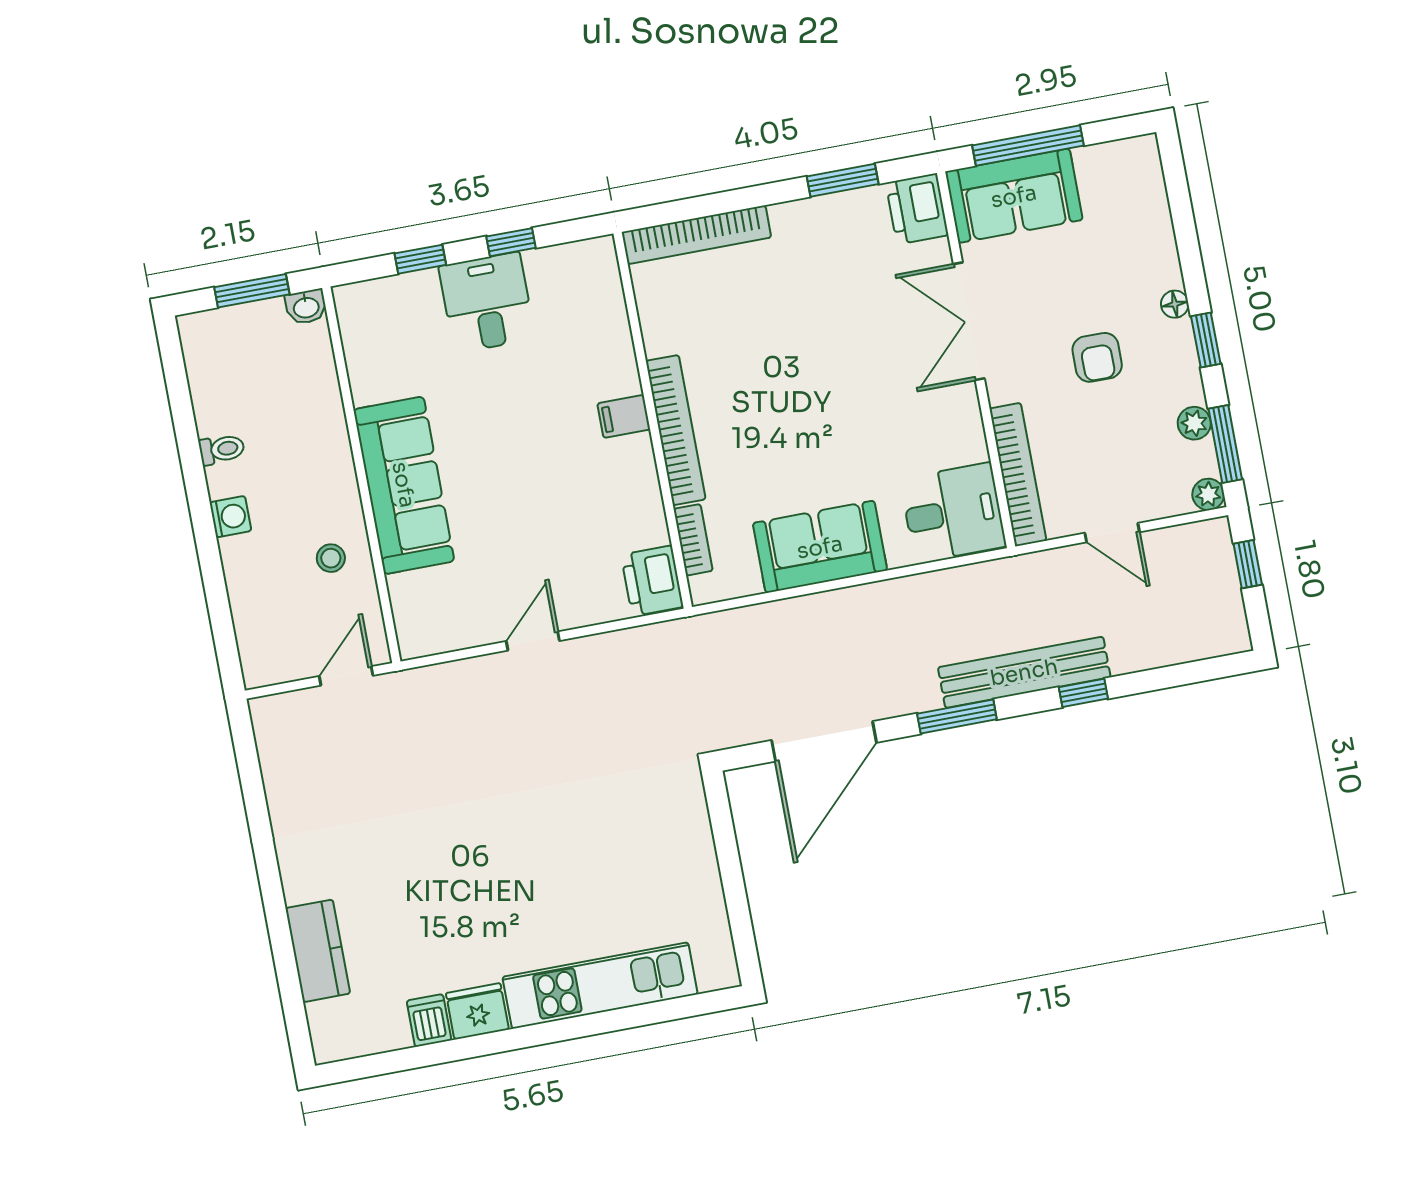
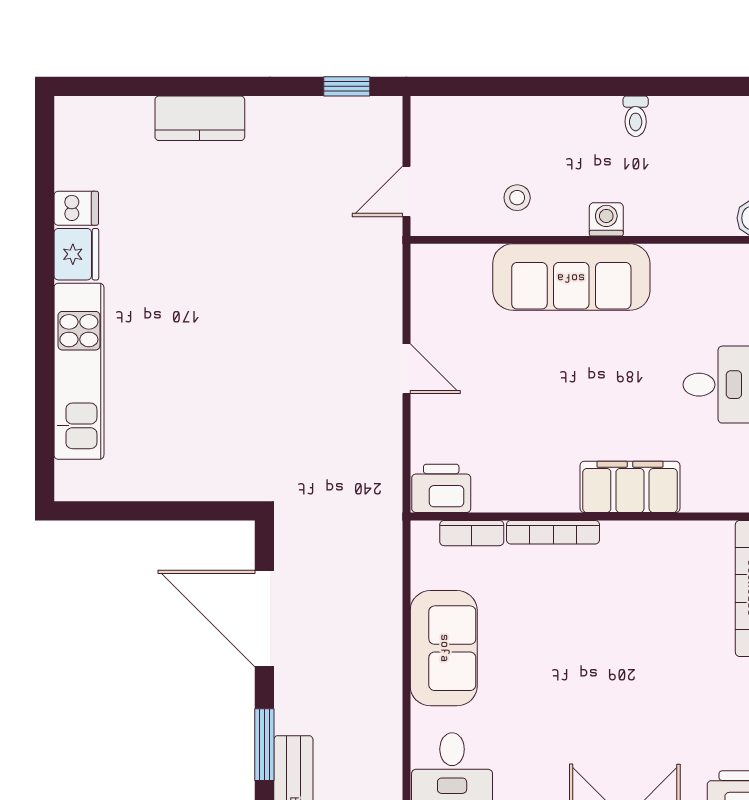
filing cabinet: (624, 416) -> (630, 487), width x3.00, depth x1.17
bookcase: (676, 430) -> (553, 532), width x0.68, depth x0.76
washing machine: (230, 517) -> (606, 219), moved, turned 180
door: (346, 676) -> (406, 191), swing flipped
window: (247, 760) -> (347, 86), added
kitchen counter: (318, 951) -> (200, 118), moved

